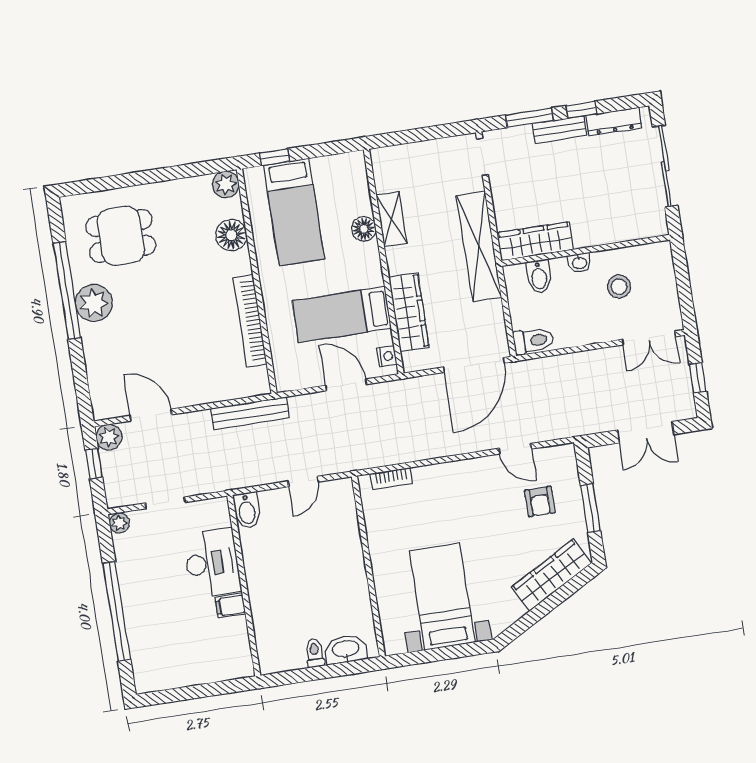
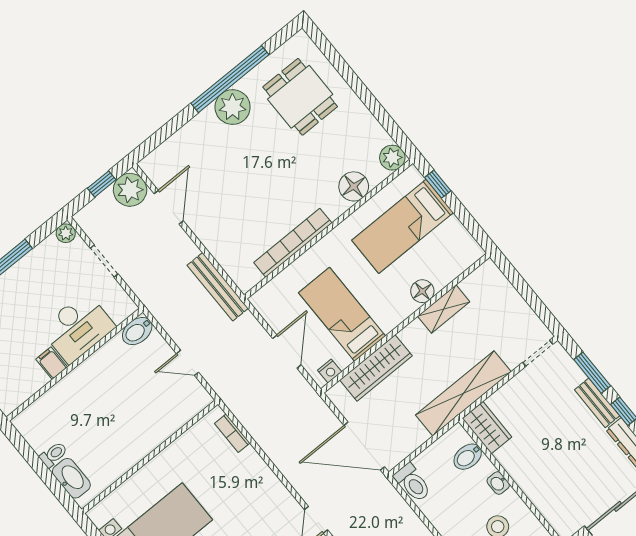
wardrobe: (535, 241) -> (487, 428), width x0.67
plant: (109, 437) -> (130, 190), width x1.36, depth x1.36

